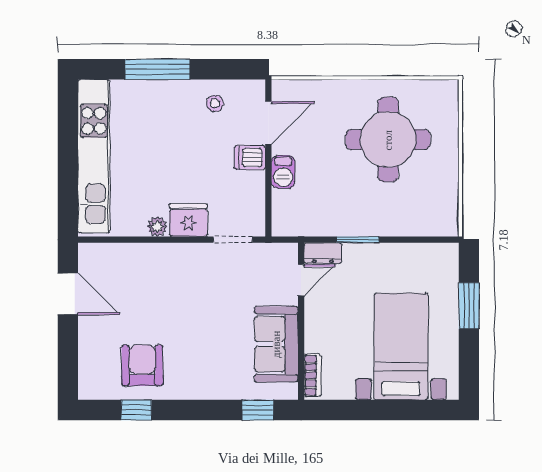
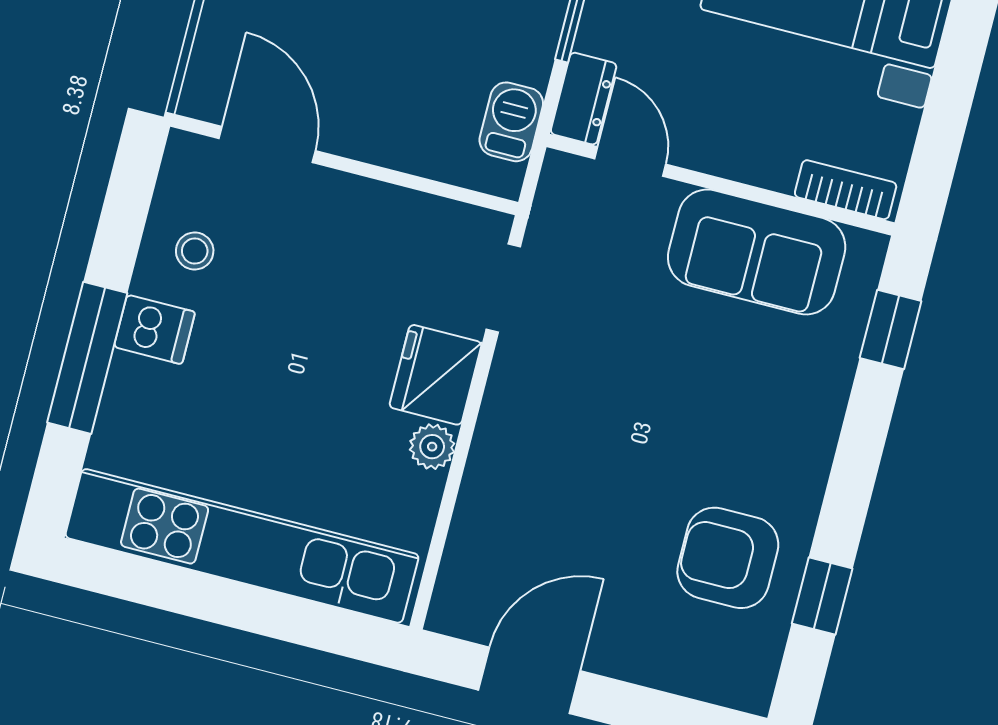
dishwasher: (250, 158) -> (154, 329), moved, turned -90
barbecue: (283, 172) -> (511, 122), moved, turned -90

